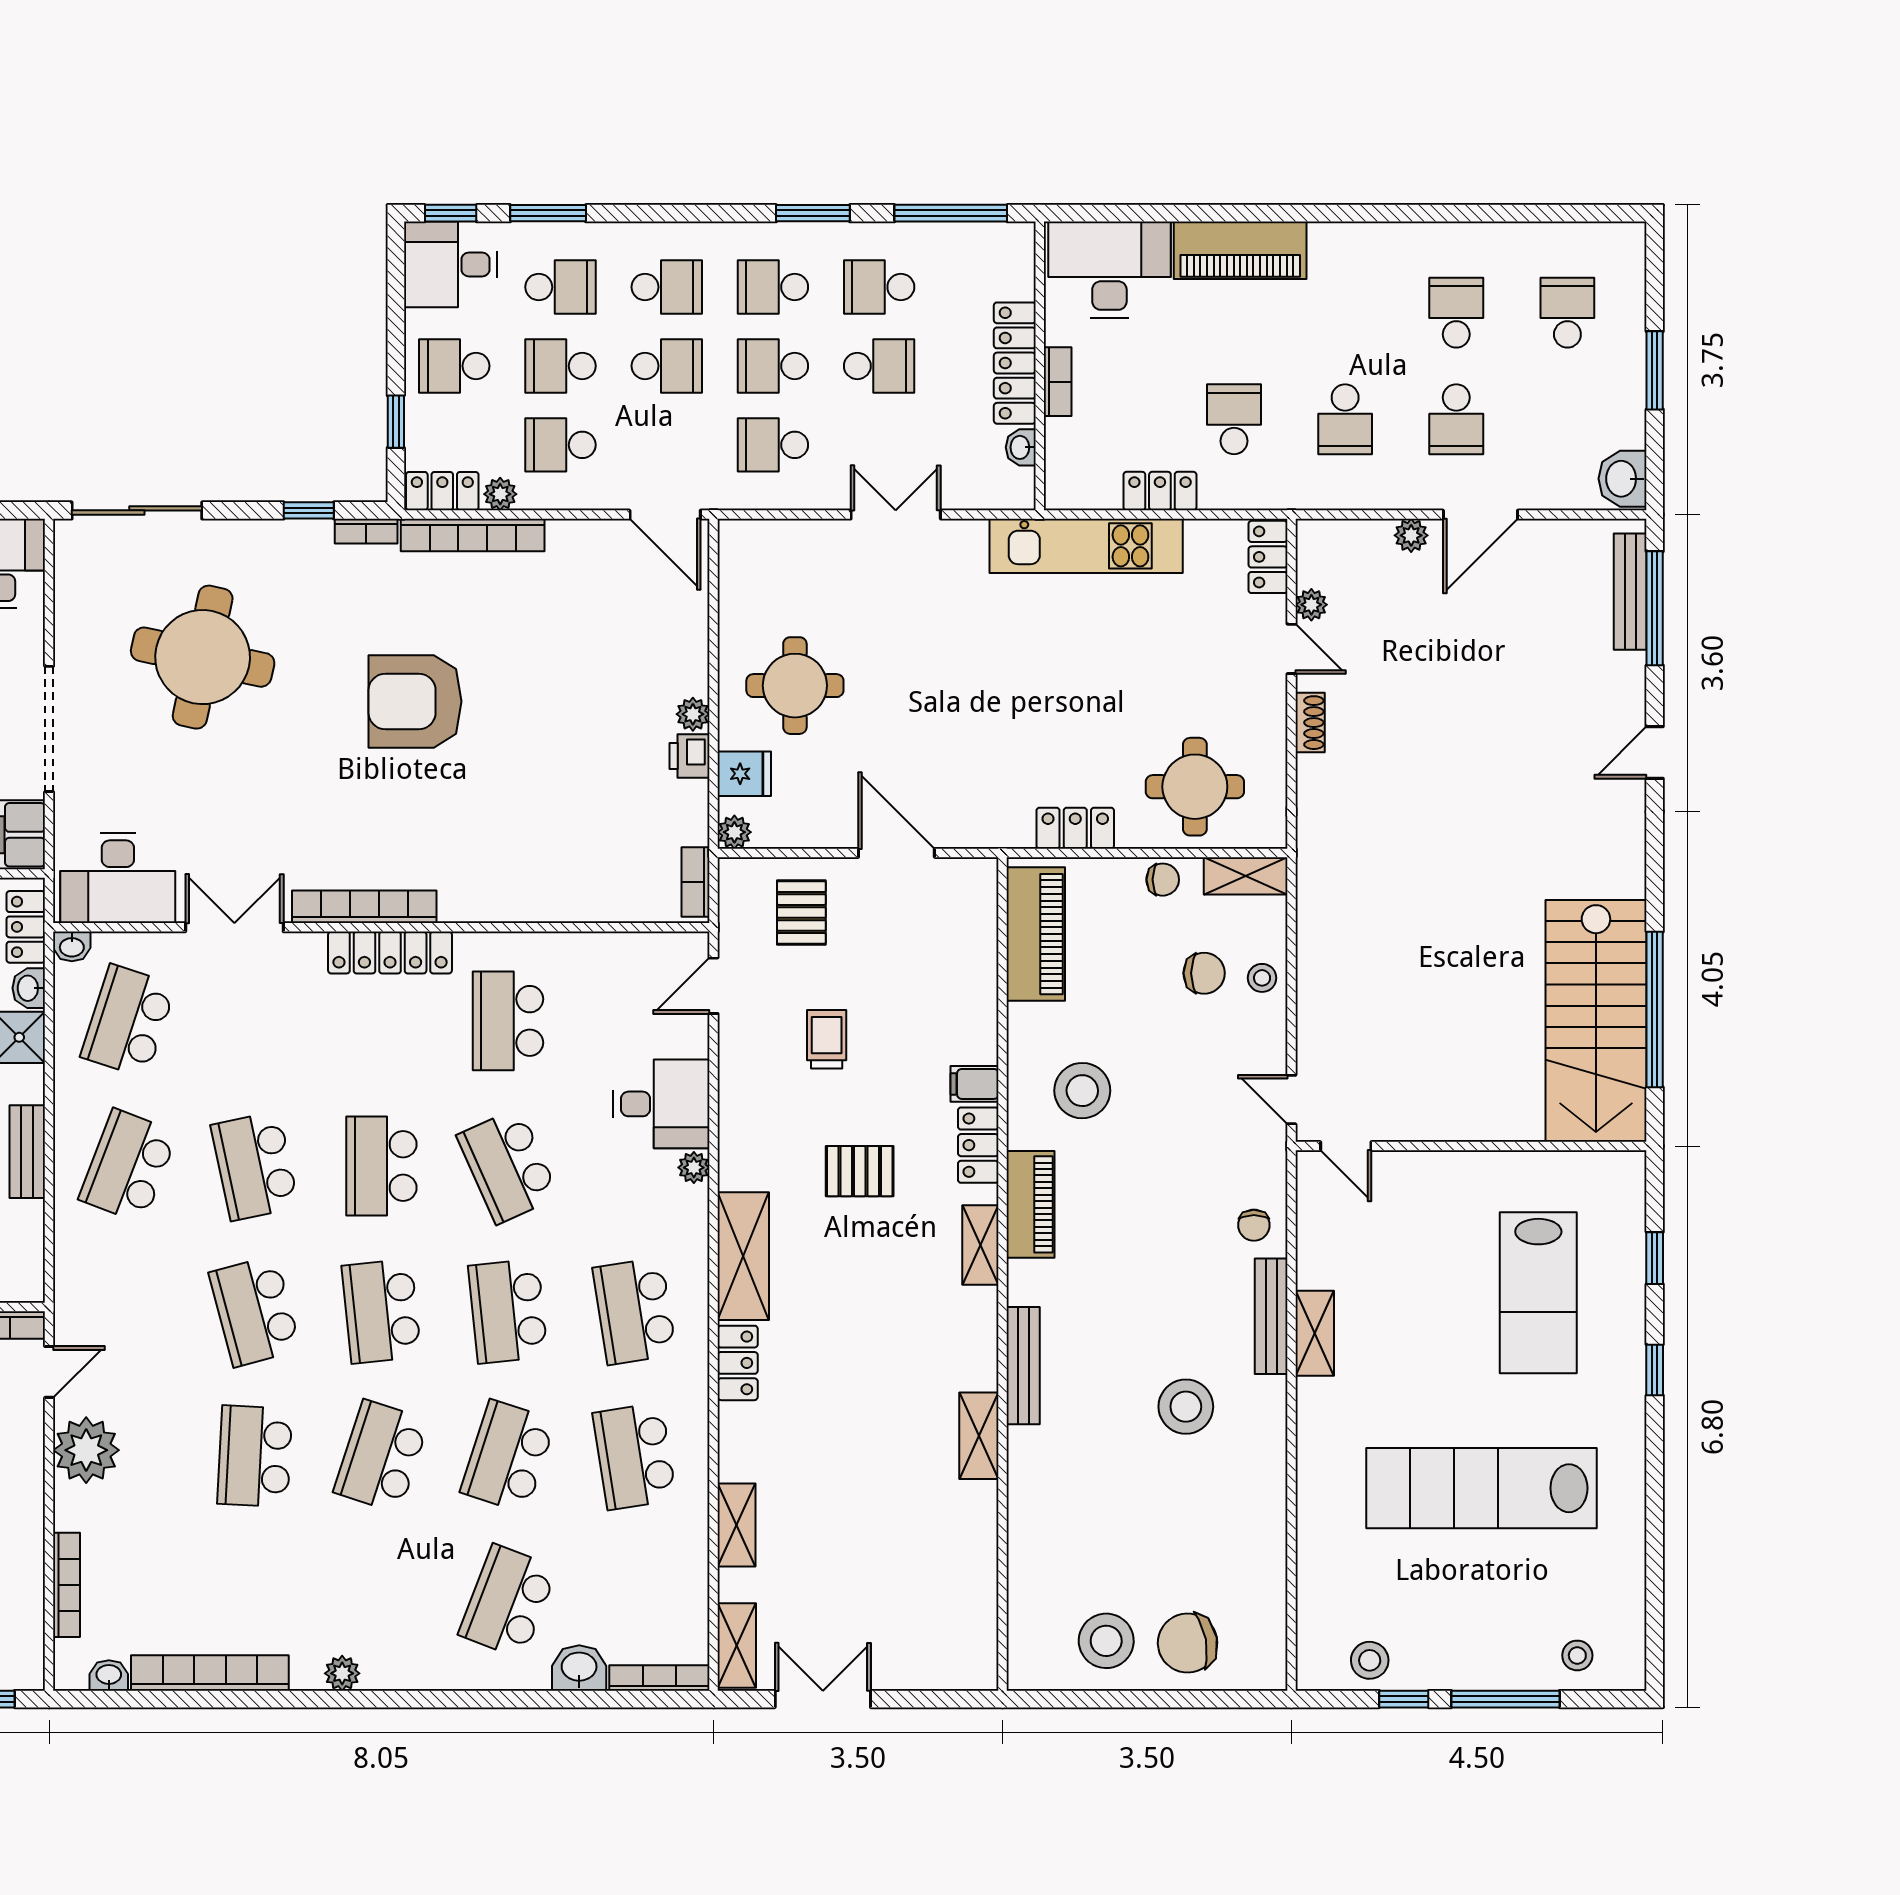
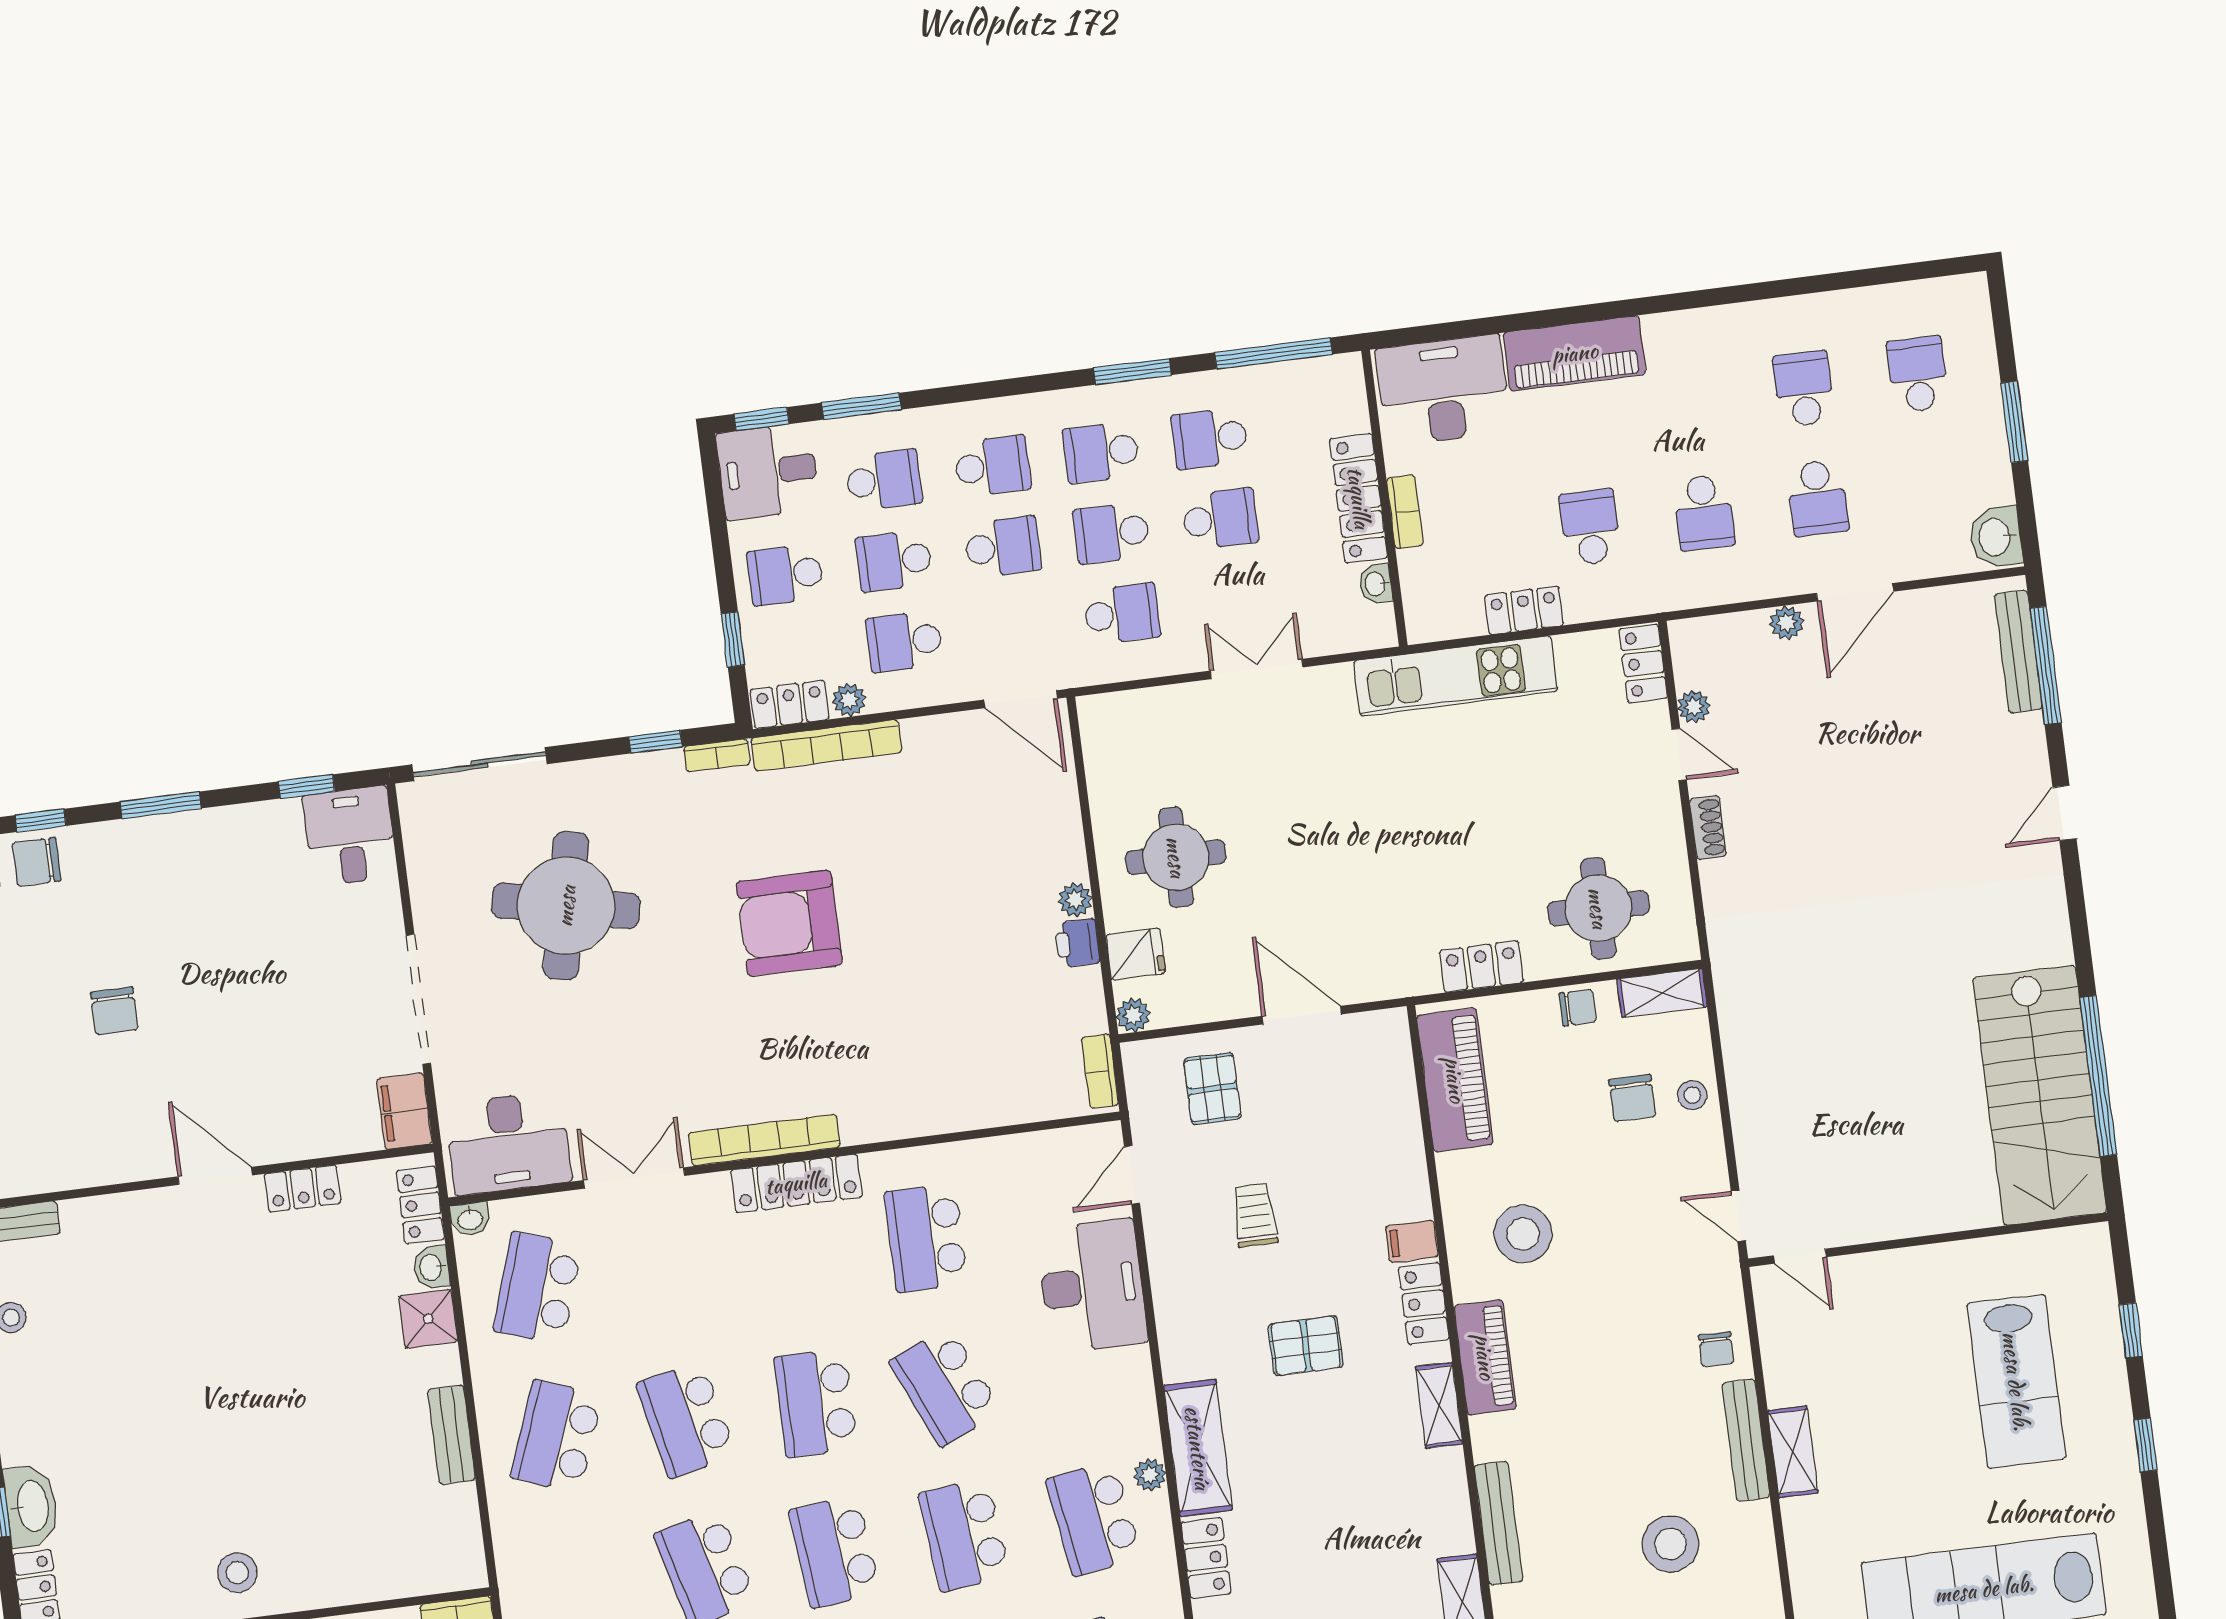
school desk: (773, 445) -> (1122, 614), turned 180
chair: (1204, 973) -> (1632, 1098), turned 90
desk: (661, 1104) -> (1092, 1286), width x1.37
plant: (694, 1168) -> (1150, 1475), moved

